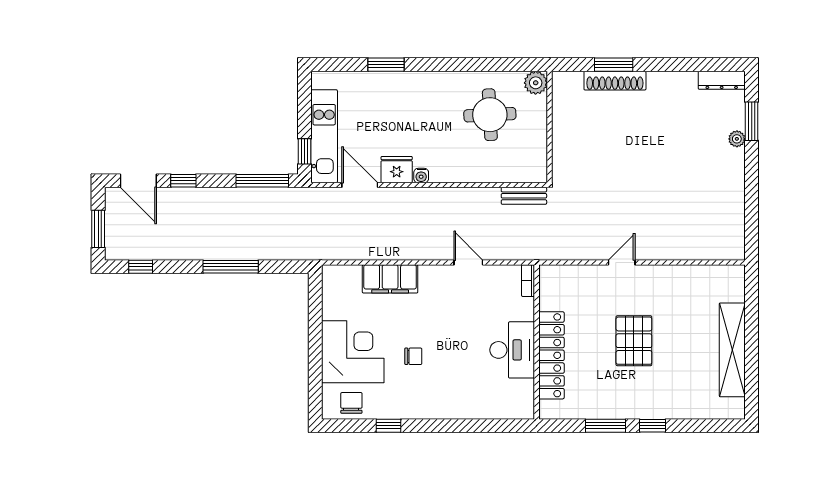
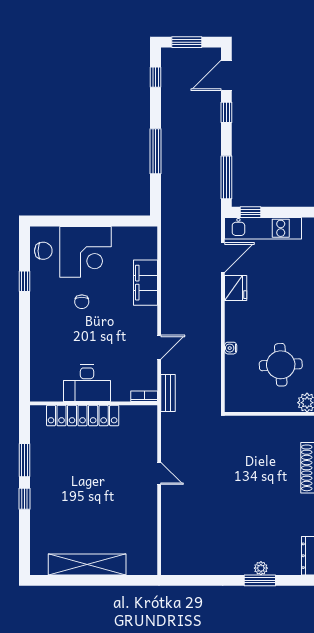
window: (752, 121) -> (260, 580), moved
water cooler: (421, 176) -> (231, 348), moved
bench: (524, 196) -> (168, 393), moved
pallet: (634, 341) -> (95, 483), removed

